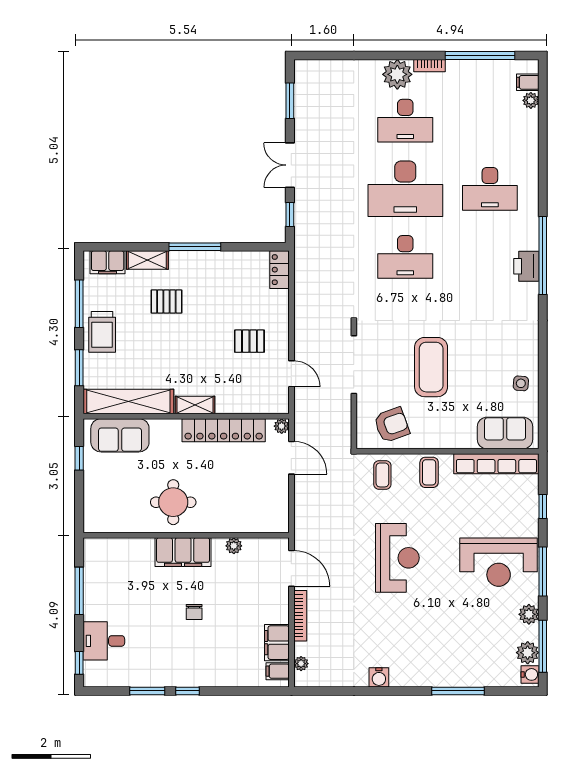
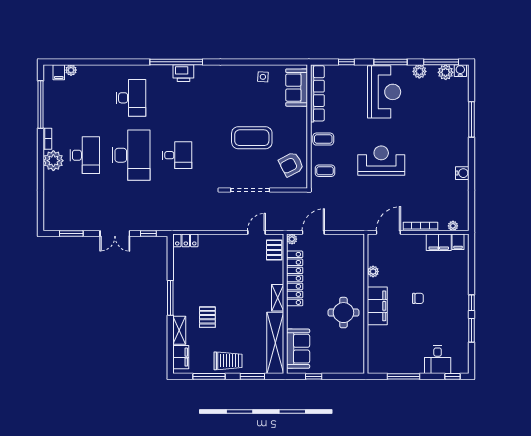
desk: (405, 257) -> (177, 155), width x0.73
pallet: (249, 341) -> (274, 250), moved
armchair: (392, 425) -> (291, 164), turned -97

